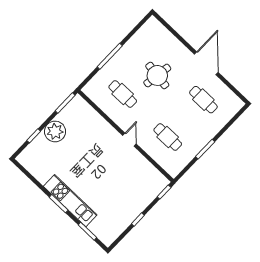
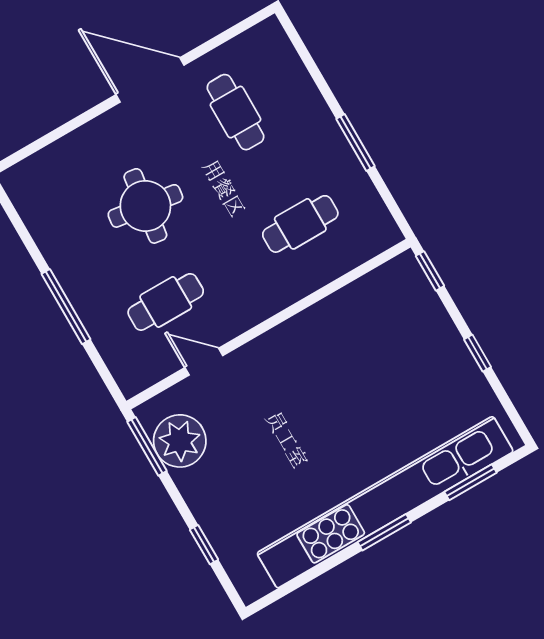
cafe table: (203, 100) -> (235, 112), turned 90
plant: (55, 131) -> (180, 441), moved
door: (129, 140) -> (204, 362), moved
kitchen unit: (70, 201) -> (385, 502), width x1.86

